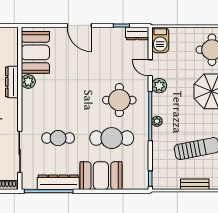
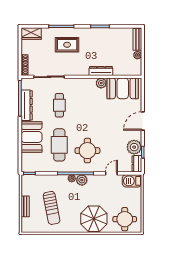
plant: (115, 37) -> (134, 147), added
plant: (159, 86) -> (82, 180), moved

